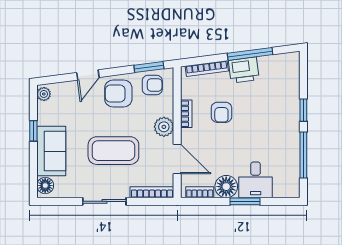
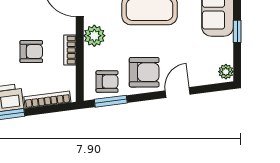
armchair: (152, 85) -> (107, 82), turned 180
armchair: (221, 112) -> (31, 52), turned 90

